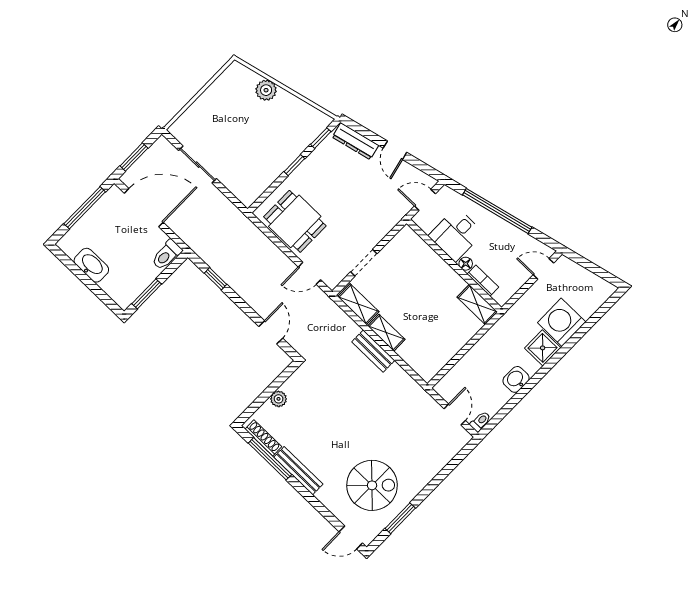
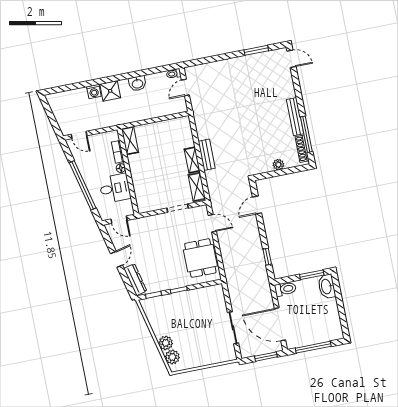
plant: (246, 79) -> (172, 357), added
washbasin: (91, 265) -> (327, 286), moved
washing machine: (562, 322) -> (94, 91), width x0.53, depth x0.53
spiral stairs: (372, 485) -> (259, 80), removed

